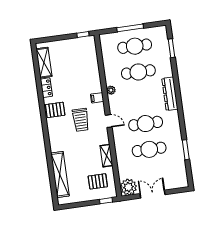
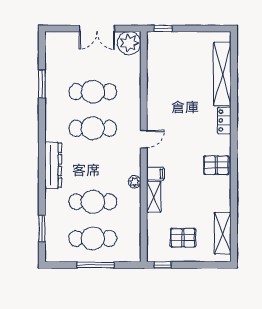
locker: (46, 88) -> (224, 120), moved
trolley: (81, 120) -> (183, 146), removed
door: (109, 121) -> (144, 139), swing flipped
shelving: (106, 156) -> (154, 197), moved
pallet: (98, 181) -> (183, 238), moved

